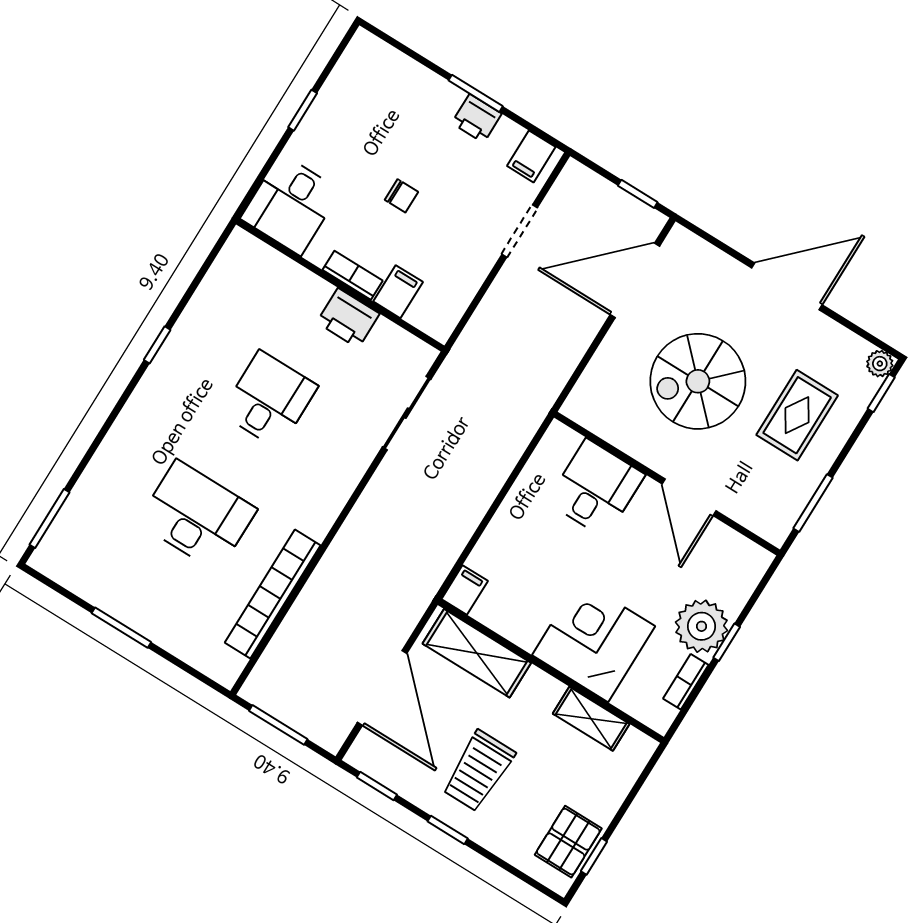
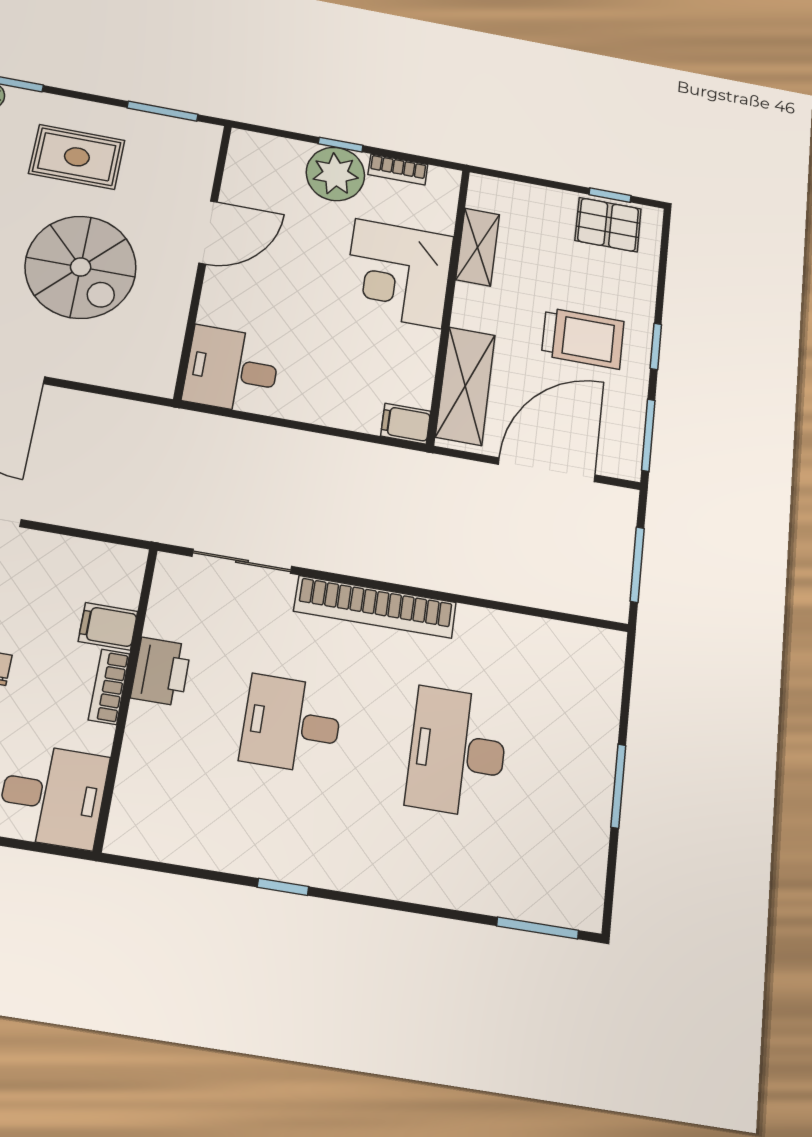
desk: (596, 488) -> (232, 370), moved
bookcase: (273, 594) -> (375, 607), moved
window: (377, 786) -> (648, 435), width x1.50

